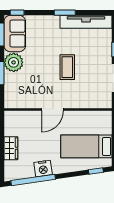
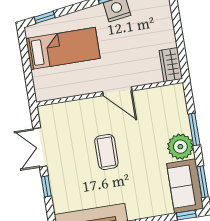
door: (52, 109) -> (117, 91), swing flipped
wardrobe: (11, 148) -> (171, 65), moved

